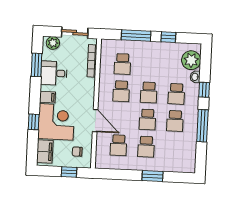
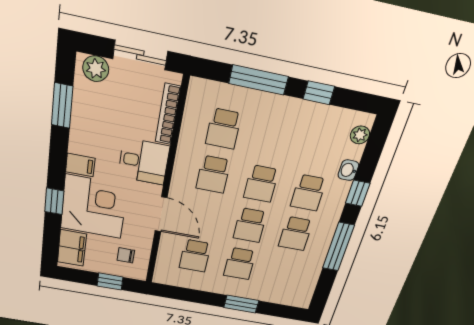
plant: (191, 60) -> (360, 135), width x0.53, depth x0.53
desk: (54, 73) -> (144, 161), moved, turned 180

